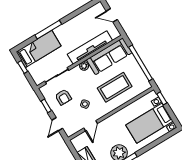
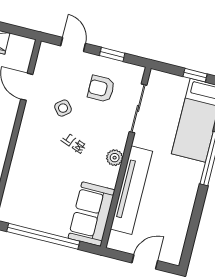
sofa: (109, 56) -> (91, 214), width x0.73
coffee table: (115, 87) -> (46, 170), removed

